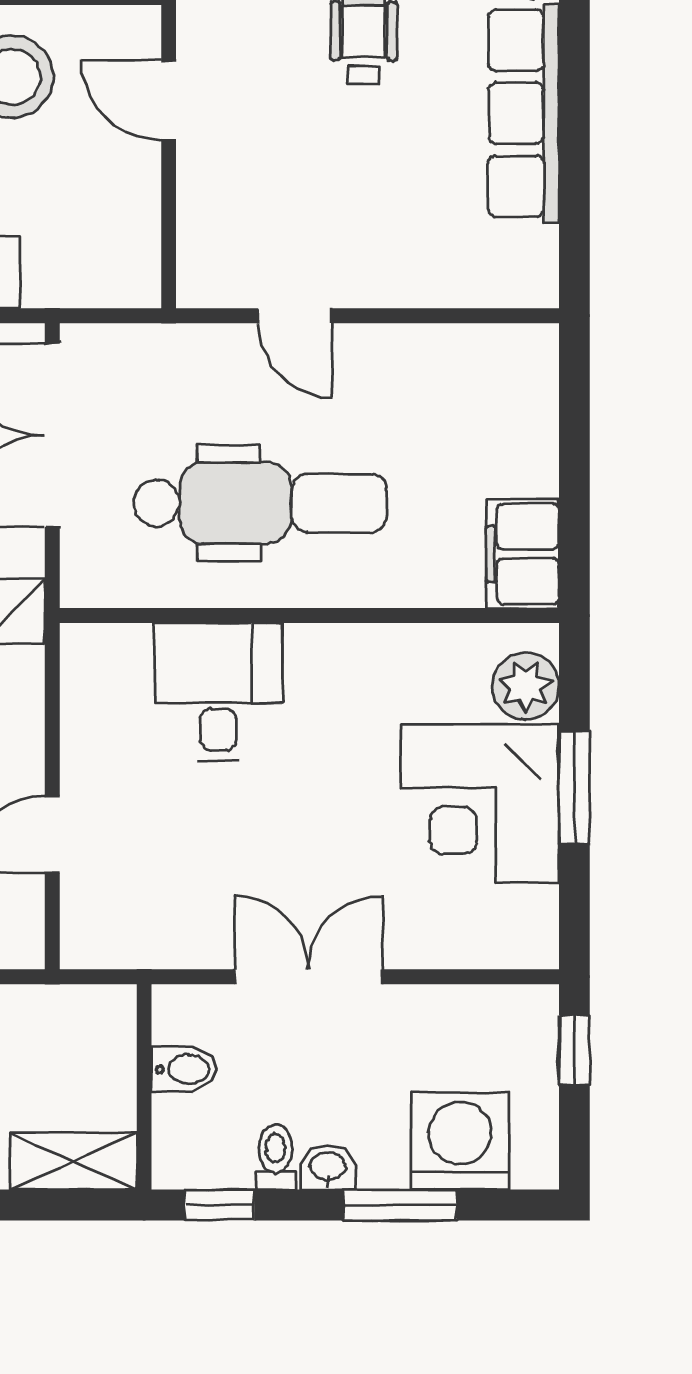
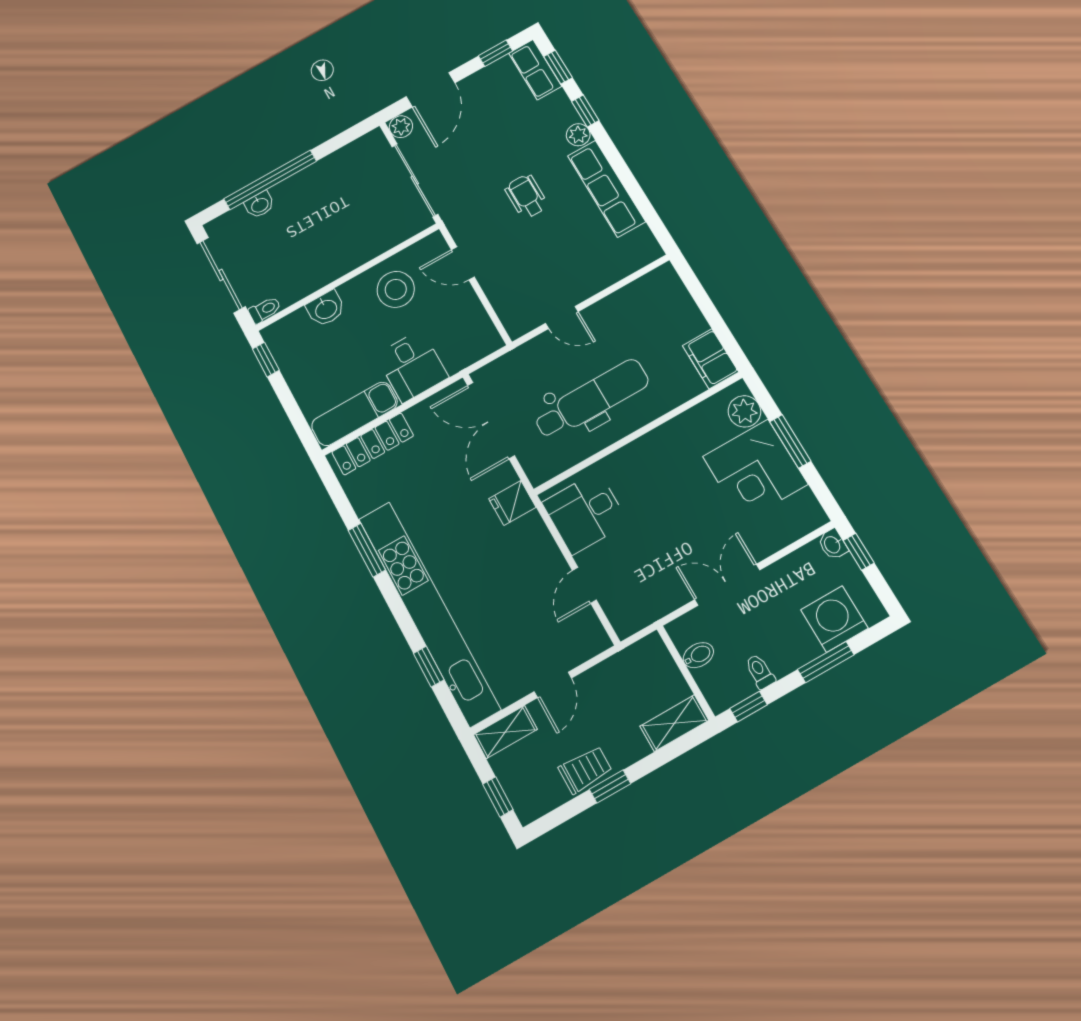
desk: (218, 692) -> (585, 513), moved, turned -90
washbasin: (328, 1167) -> (833, 544), moved, turned -90

